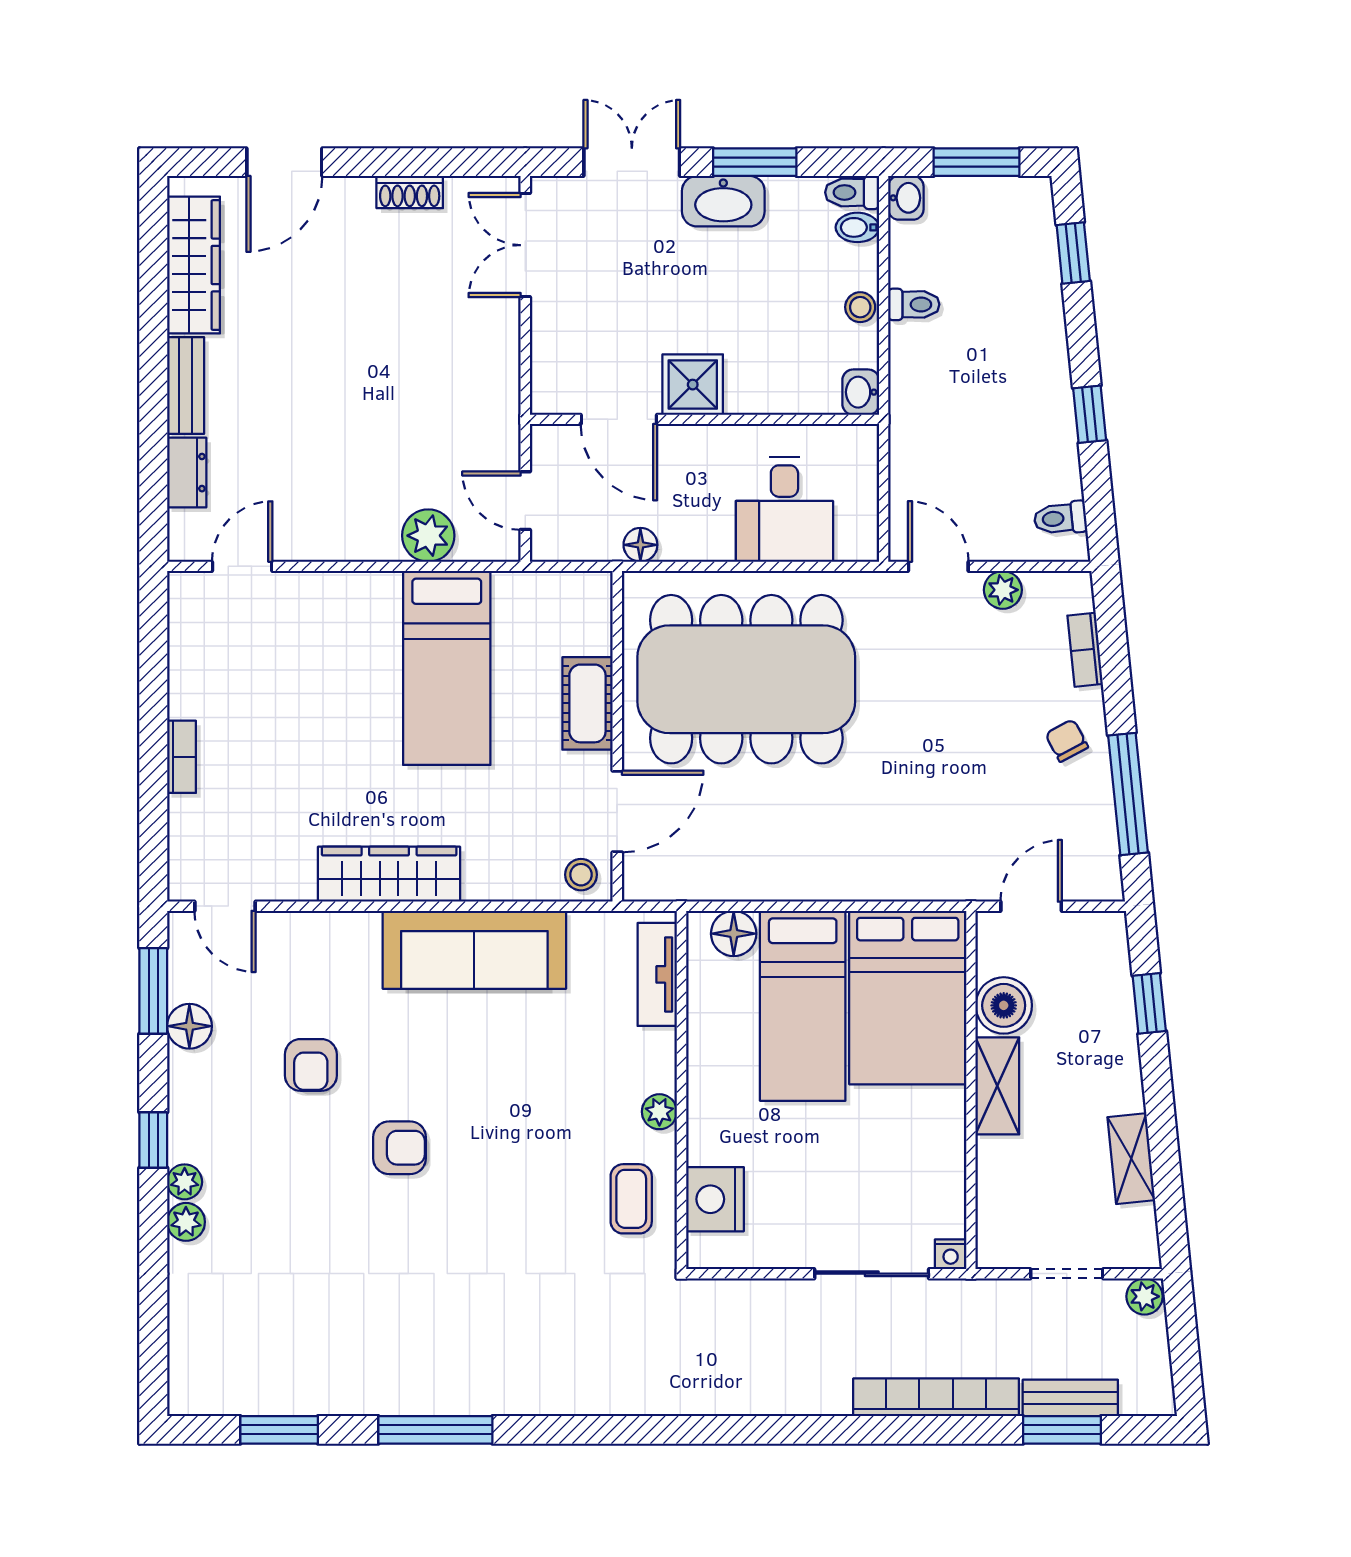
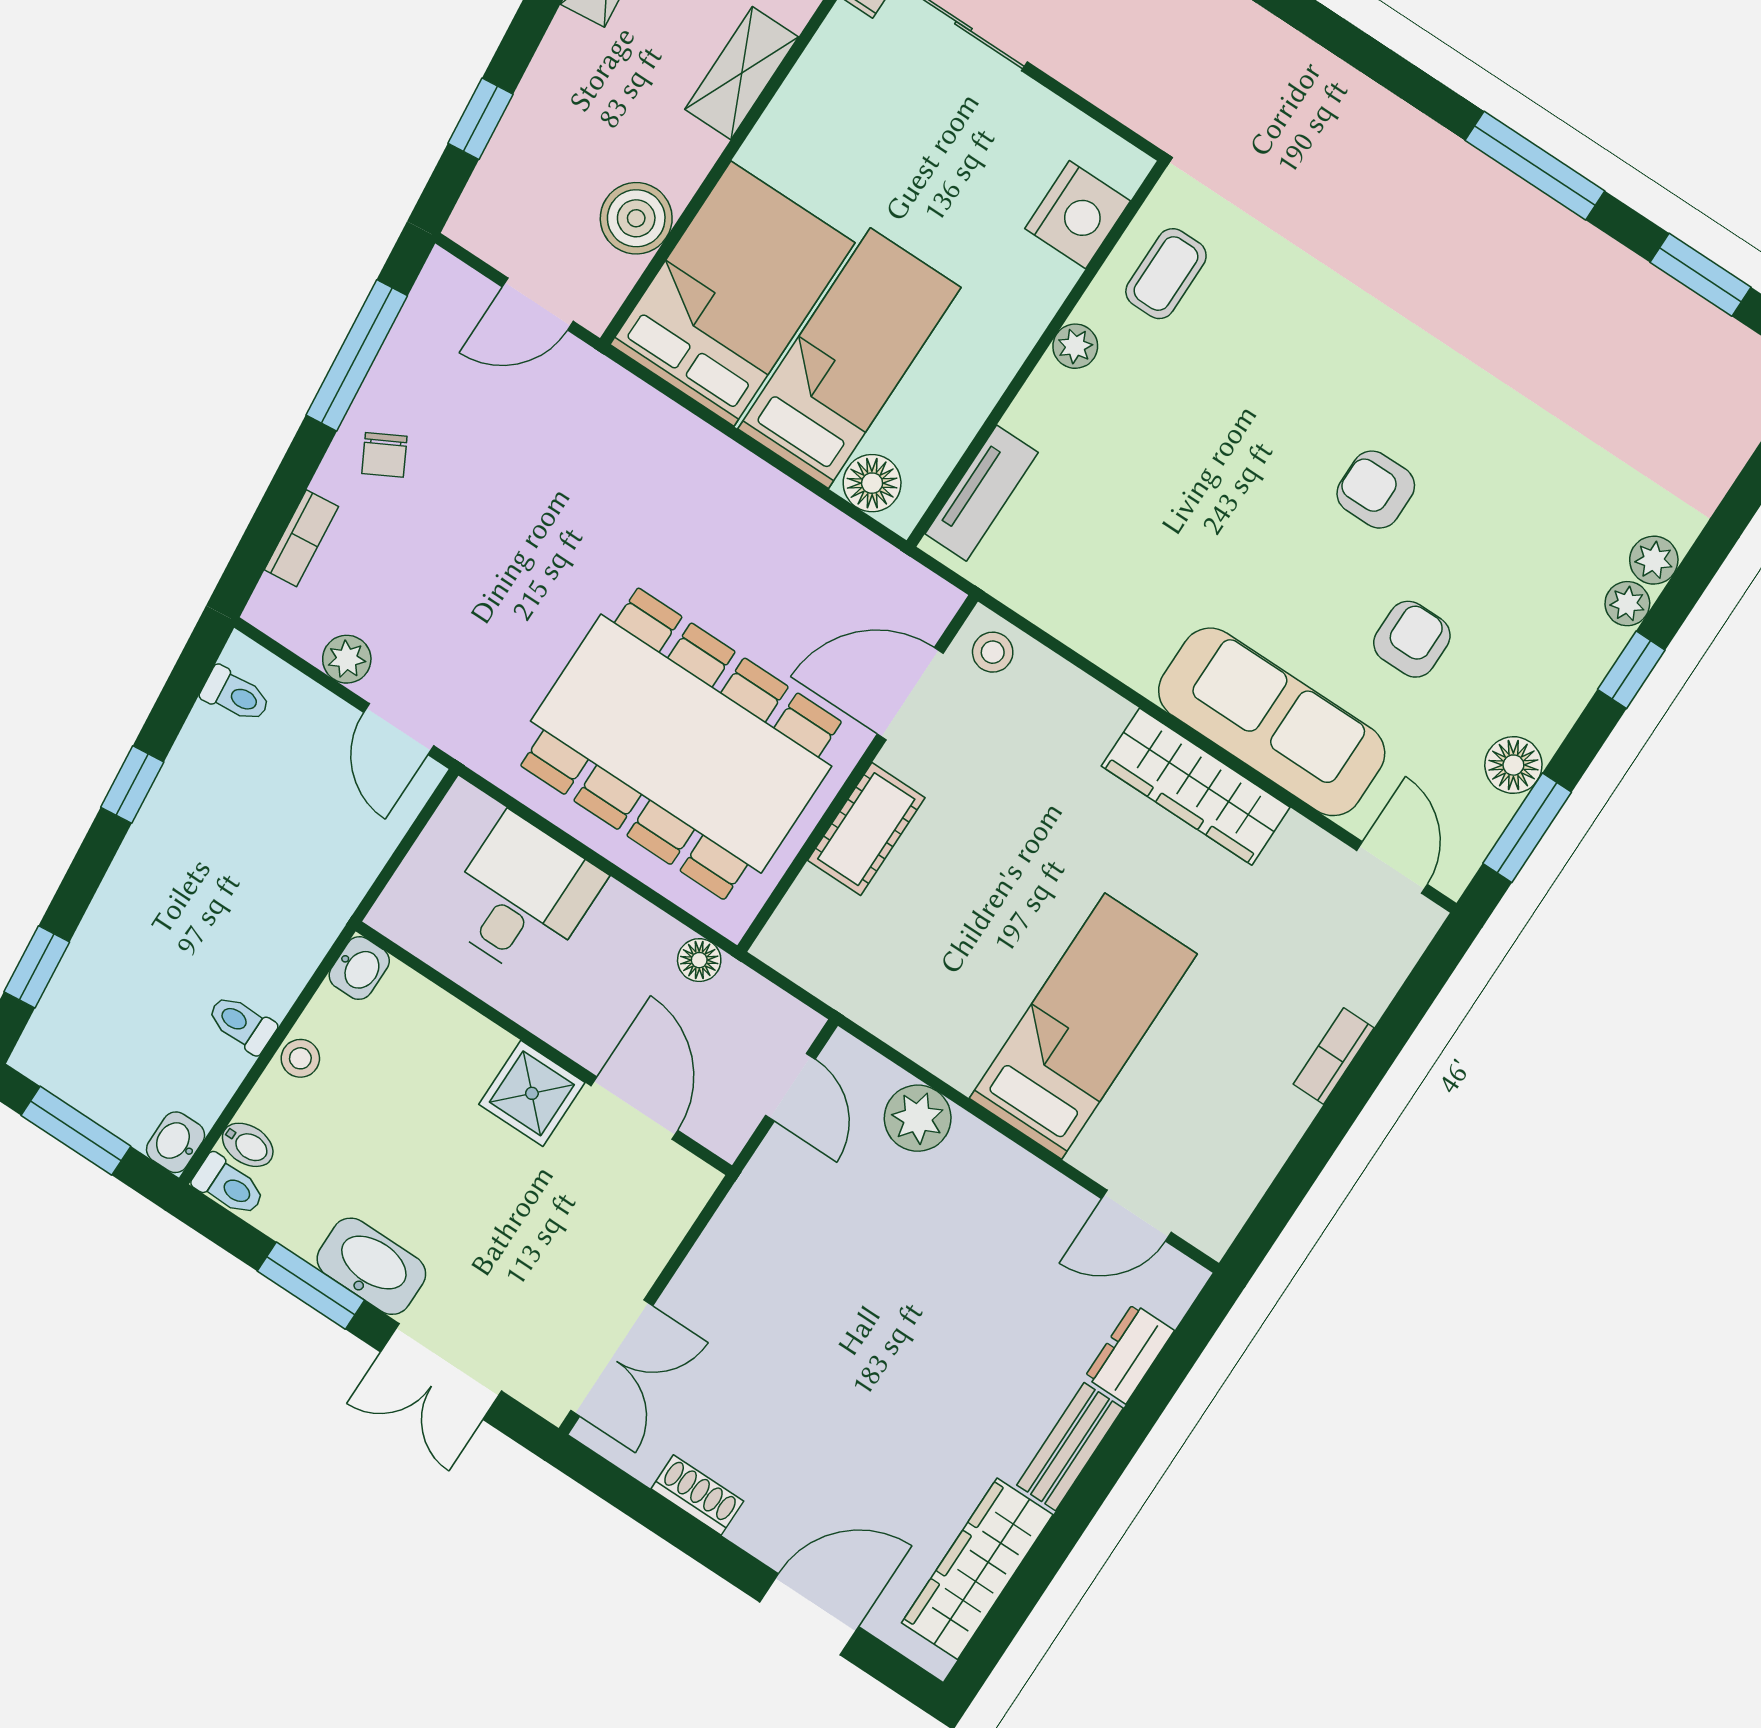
bed: (447, 668) -> (1083, 1026), moved
sofa: (474, 950) -> (1272, 722), moved
shelving: (997, 1086) -> (742, 73), moved

